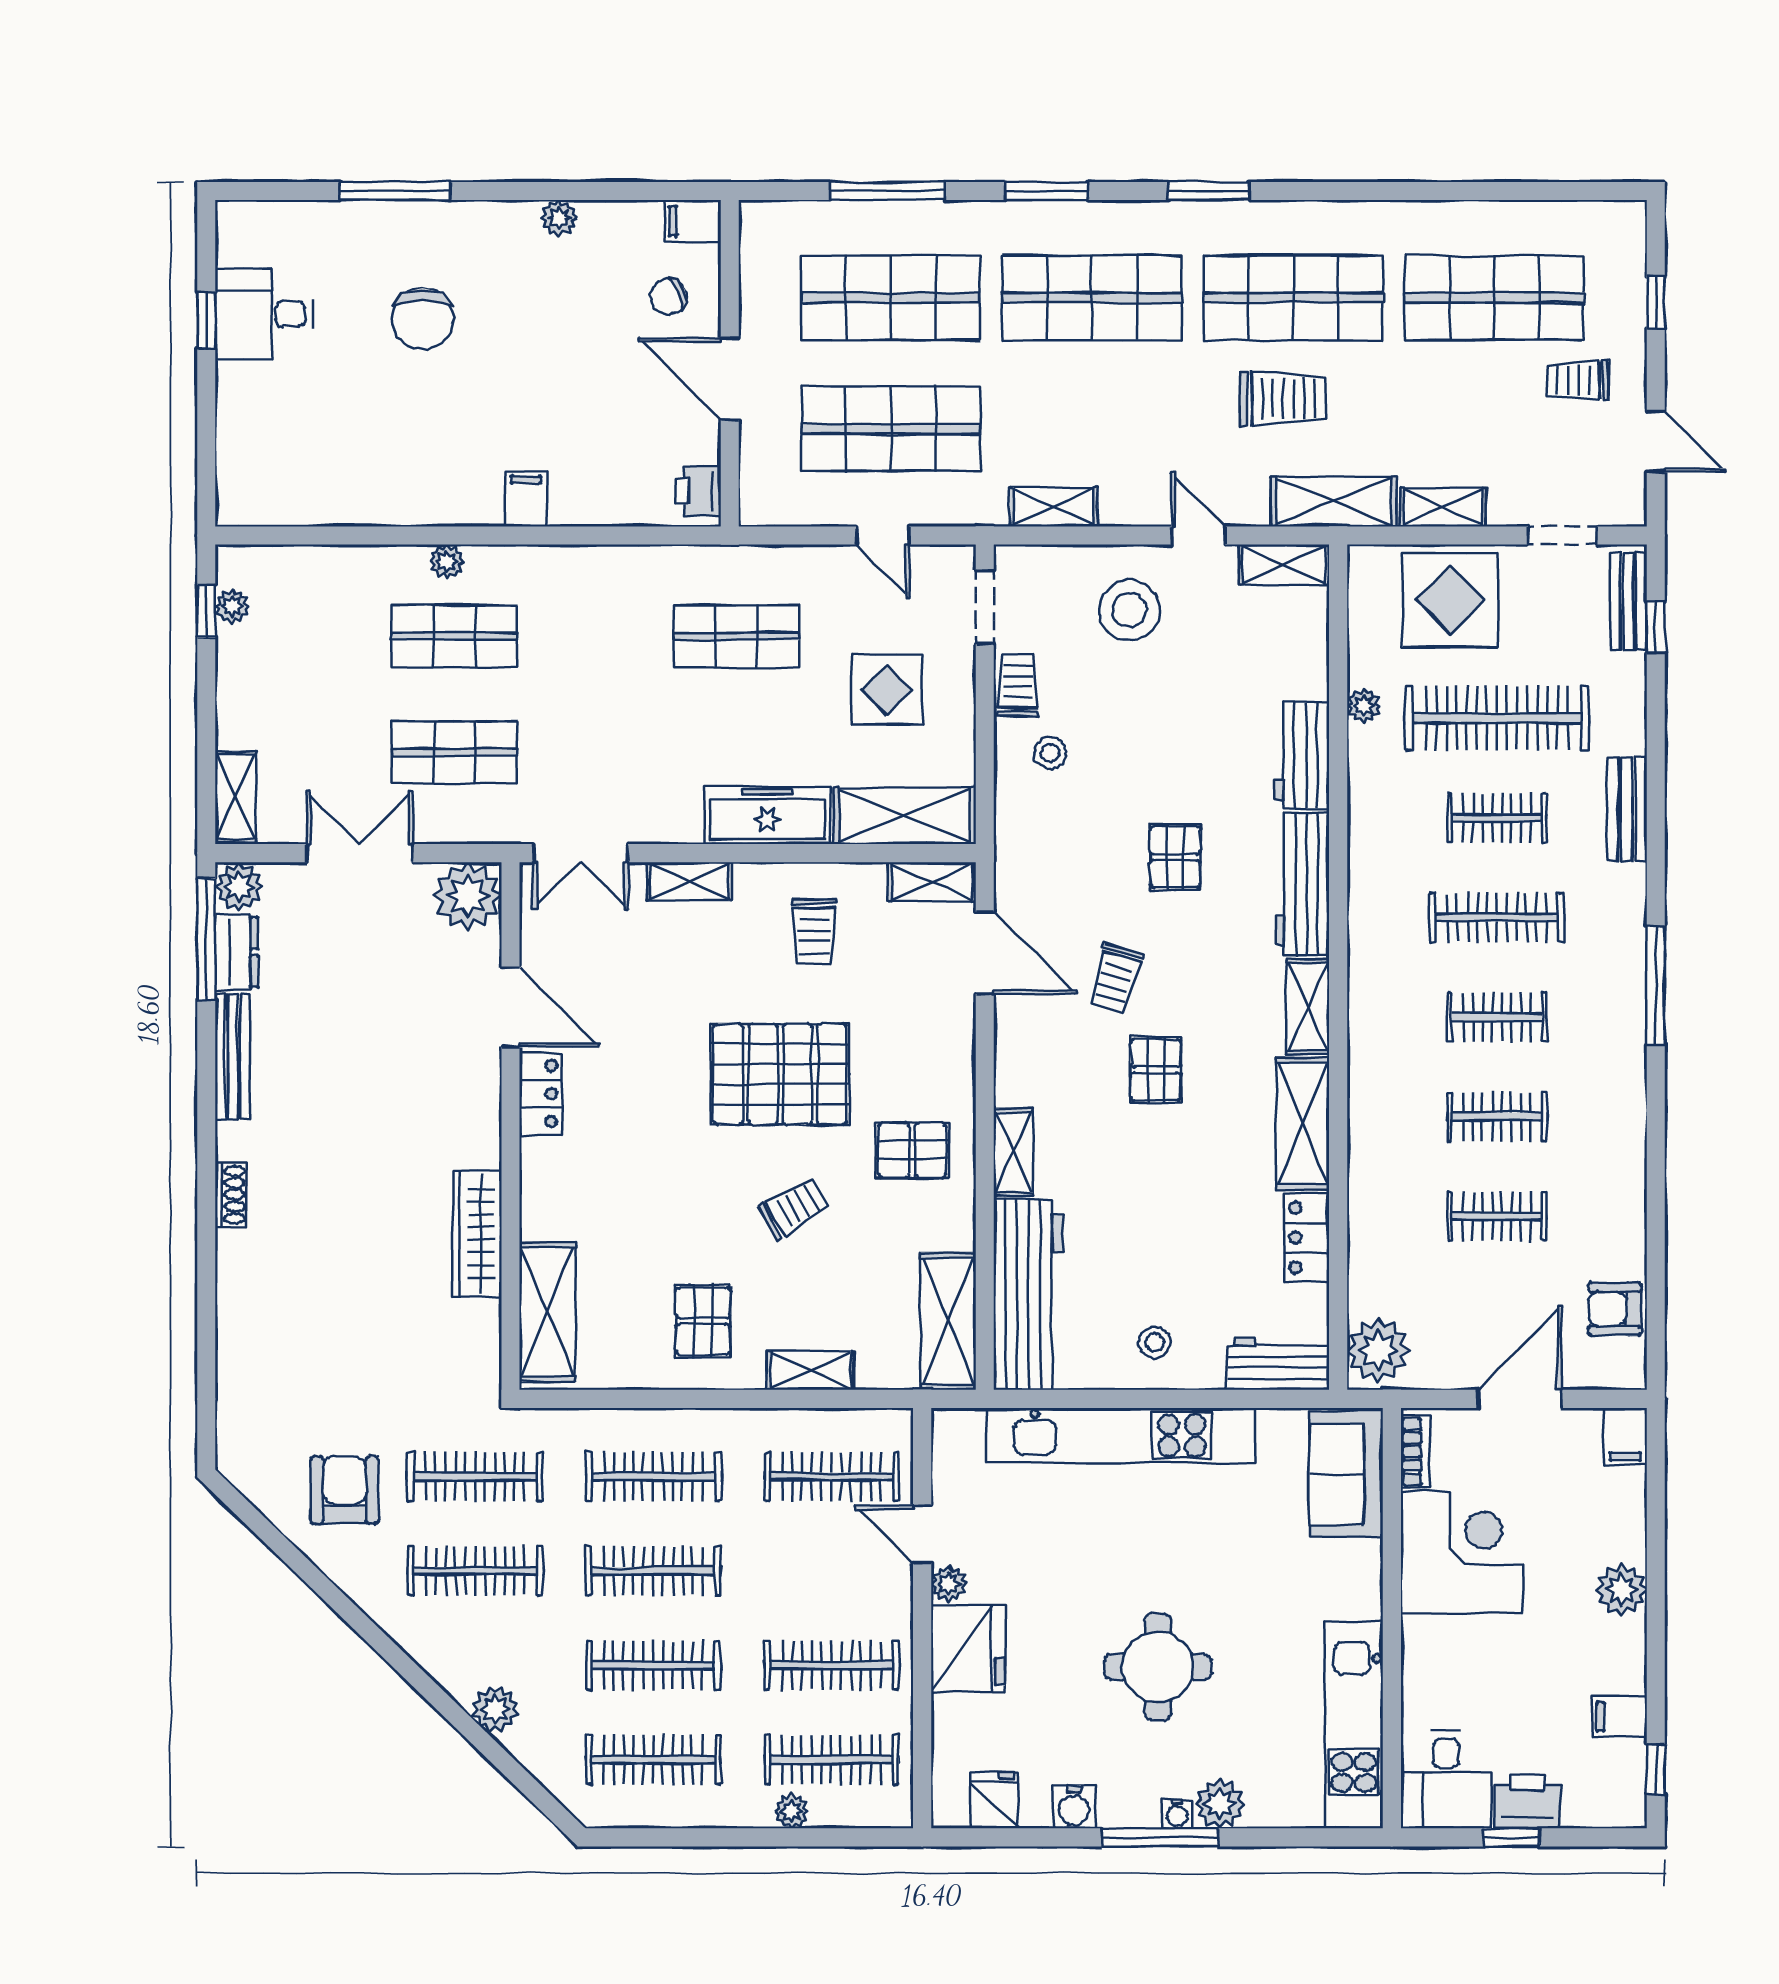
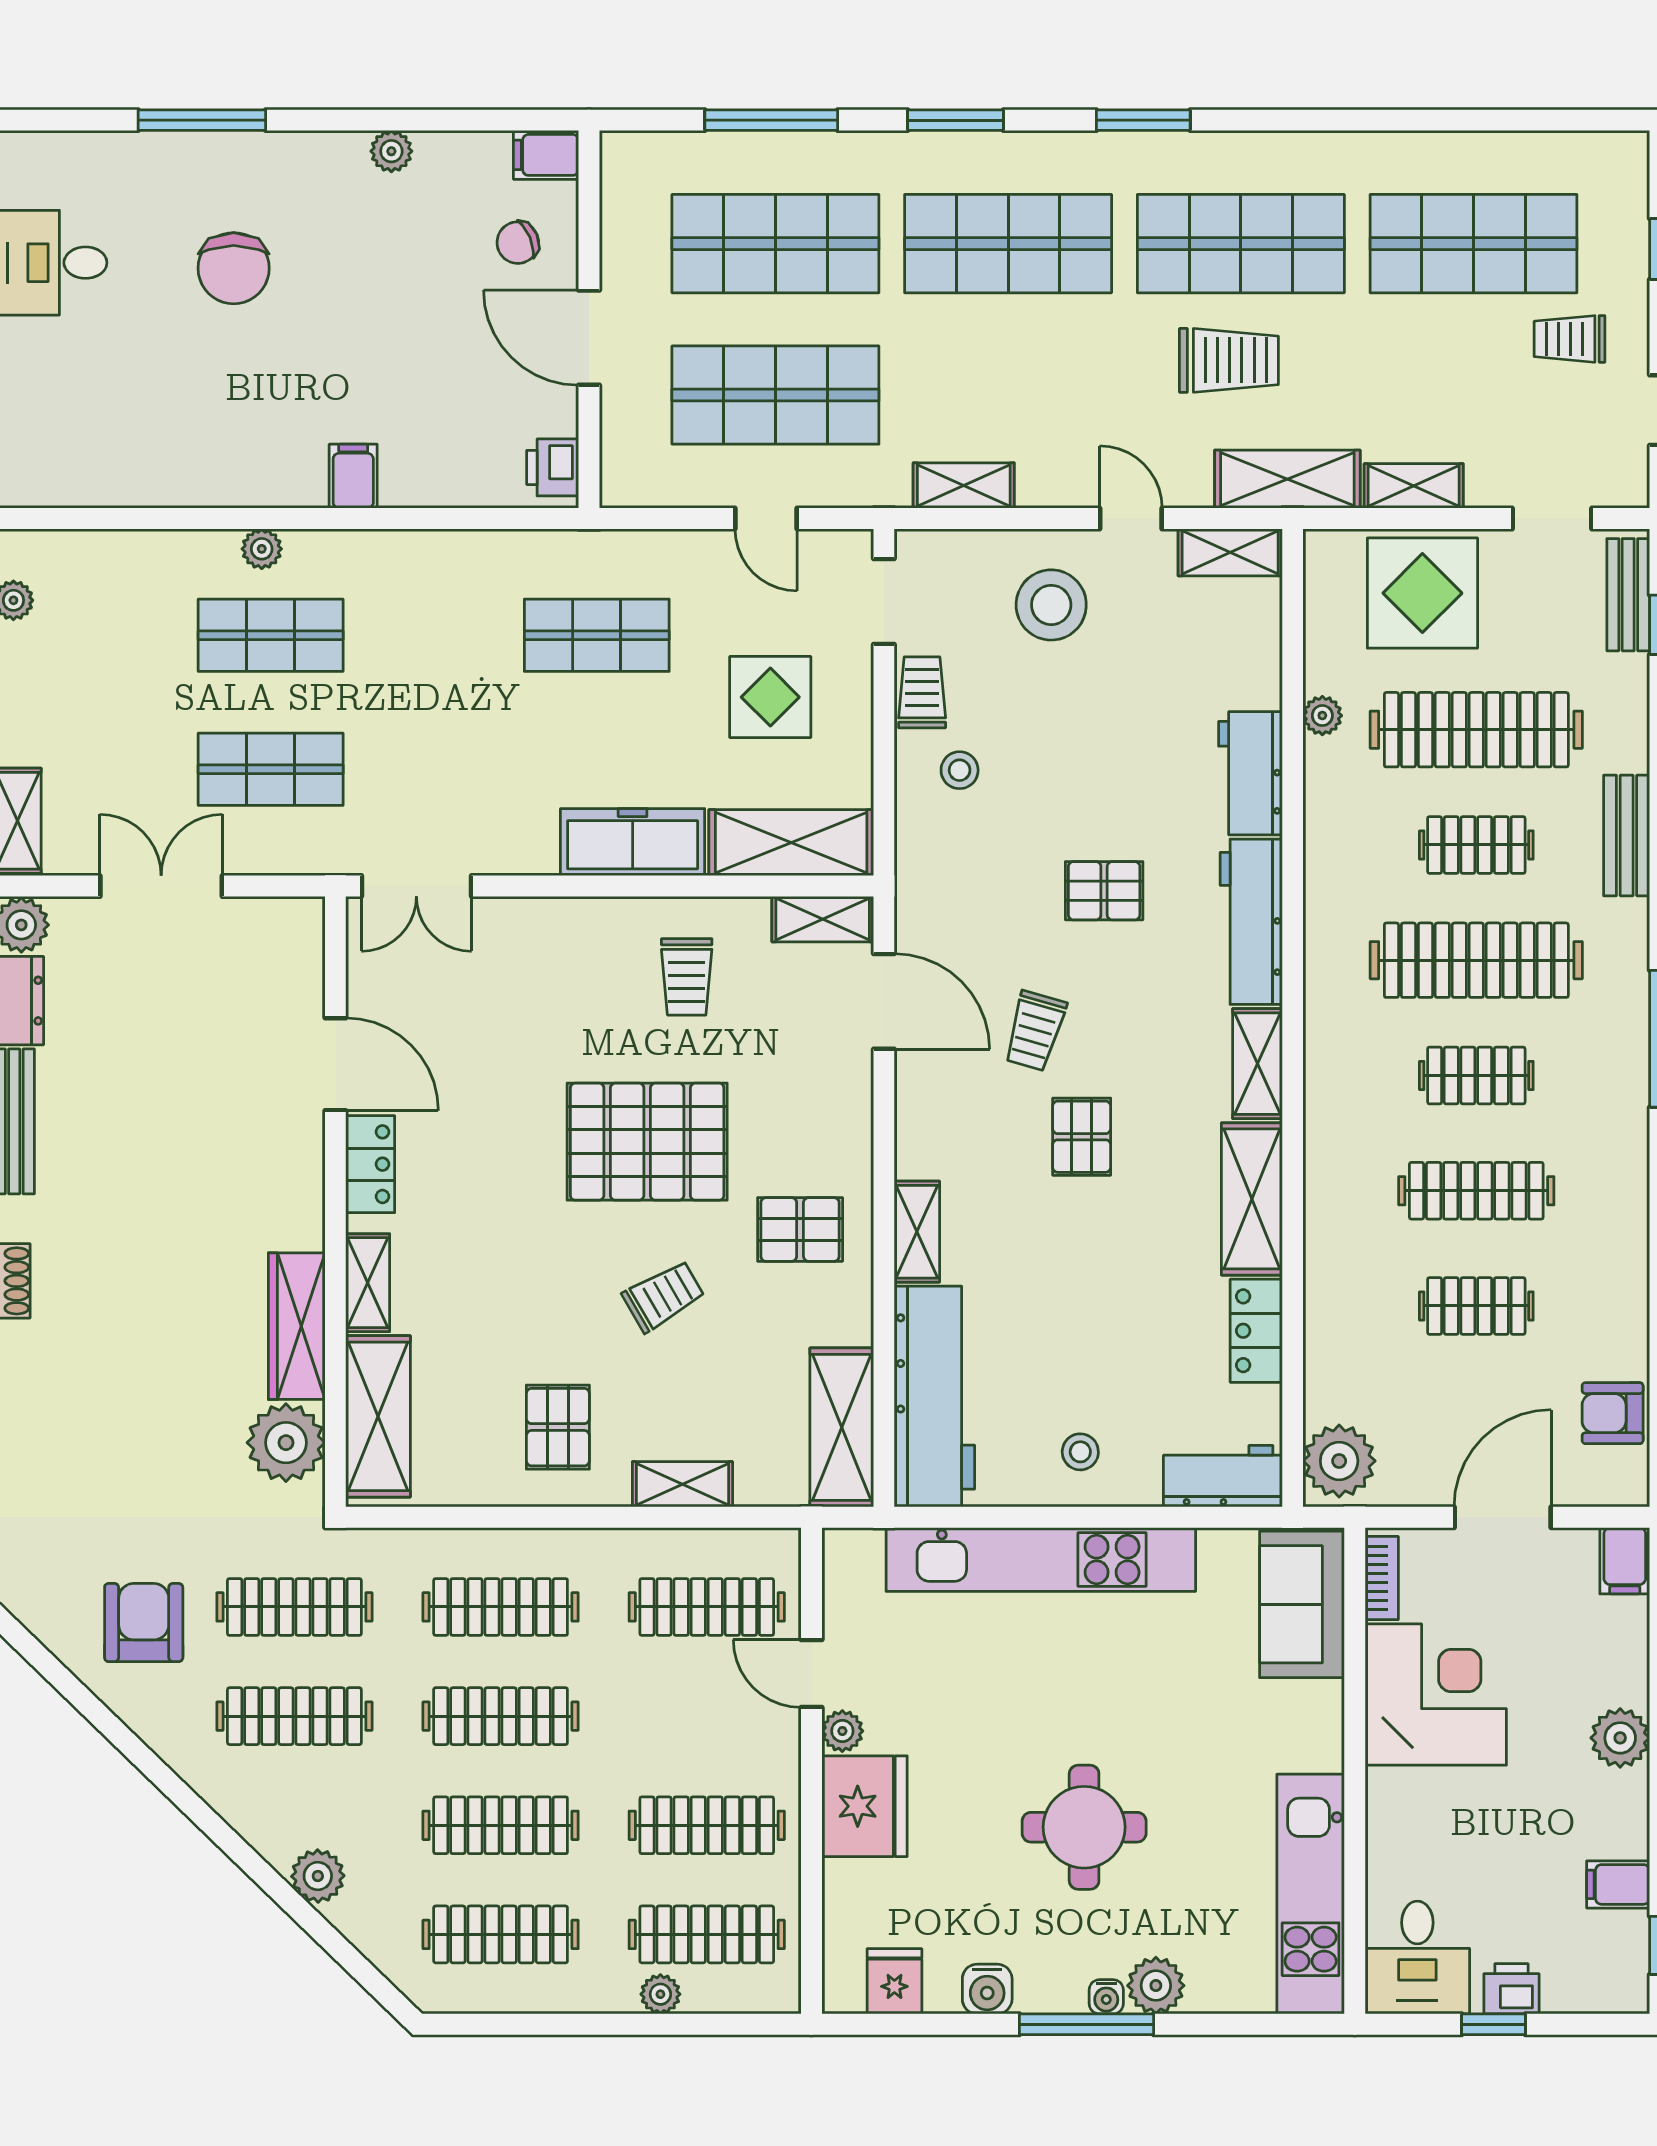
pallet: (1175, 857) -> (1104, 891), turned 90
shelving: (689, 881) -> (368, 1283), moved, turned 90
plant: (468, 896) -> (286, 1443), moved
clothes rail: (1497, 917) -> (1476, 960), width x1.37, depth x1.31
clothes rail: (1497, 1117) -> (1476, 1191), width x1.36
printer: (1527, 1801) -> (1511, 1989), width x0.73, depth x0.81

